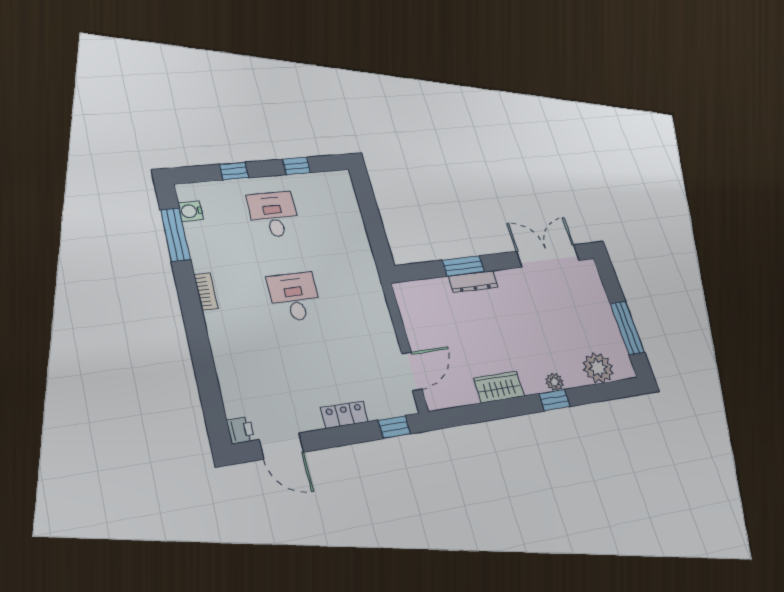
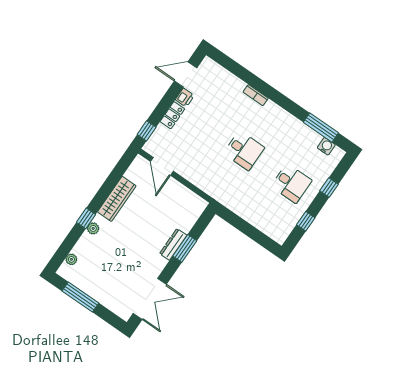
bookcase: (206, 291) -> (256, 95), moved
plant: (598, 368) -> (71, 259), width x0.53, depth x0.53
wardrobe: (499, 387) -> (117, 199), width x1.50
printer: (240, 430) -> (185, 98), moved, turned -90

